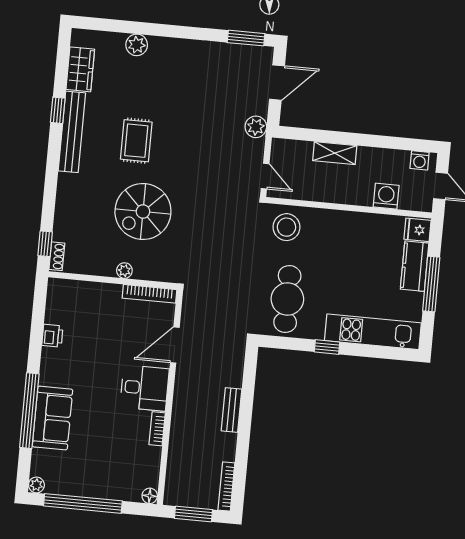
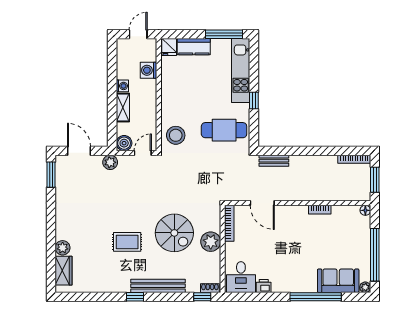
wardrobe: (80, 69) -> (64, 271), moved, turned 90
window: (58, 110) -> (135, 297), moved
bench: (72, 132) -> (158, 286), moved
boiler: (282, 150) -> (124, 143), added
washing machine: (420, 160) -> (122, 86), moved
plant: (124, 271) -> (211, 242), width x1.87, depth x1.87
window: (431, 284) -> (224, 34), moved
desk: (145, 388) -> (241, 277), moved, turned 180
bench: (232, 410) -> (274, 161), moved
sofa: (52, 418) -> (338, 281), moved

